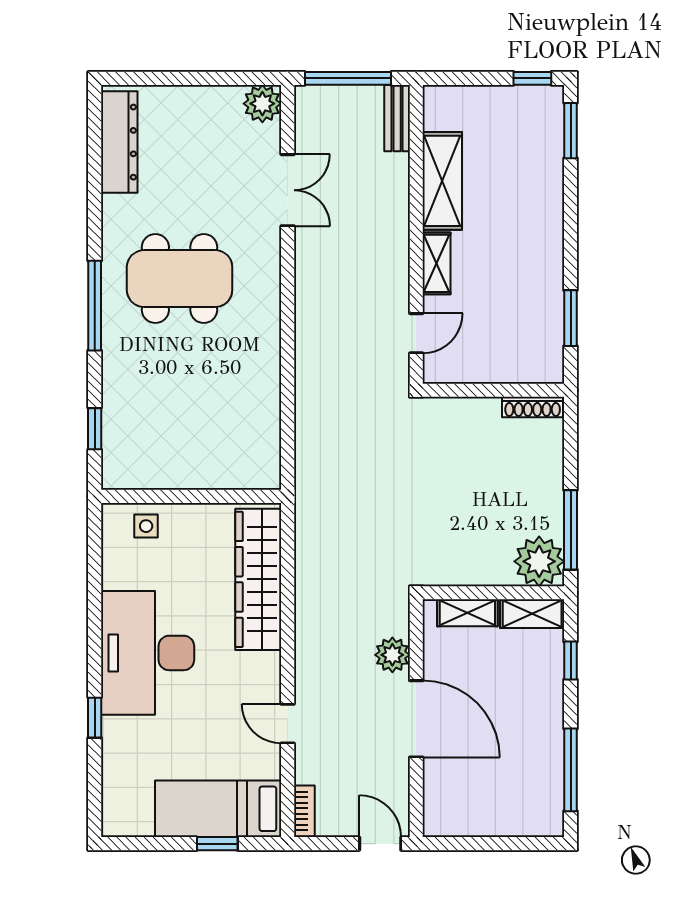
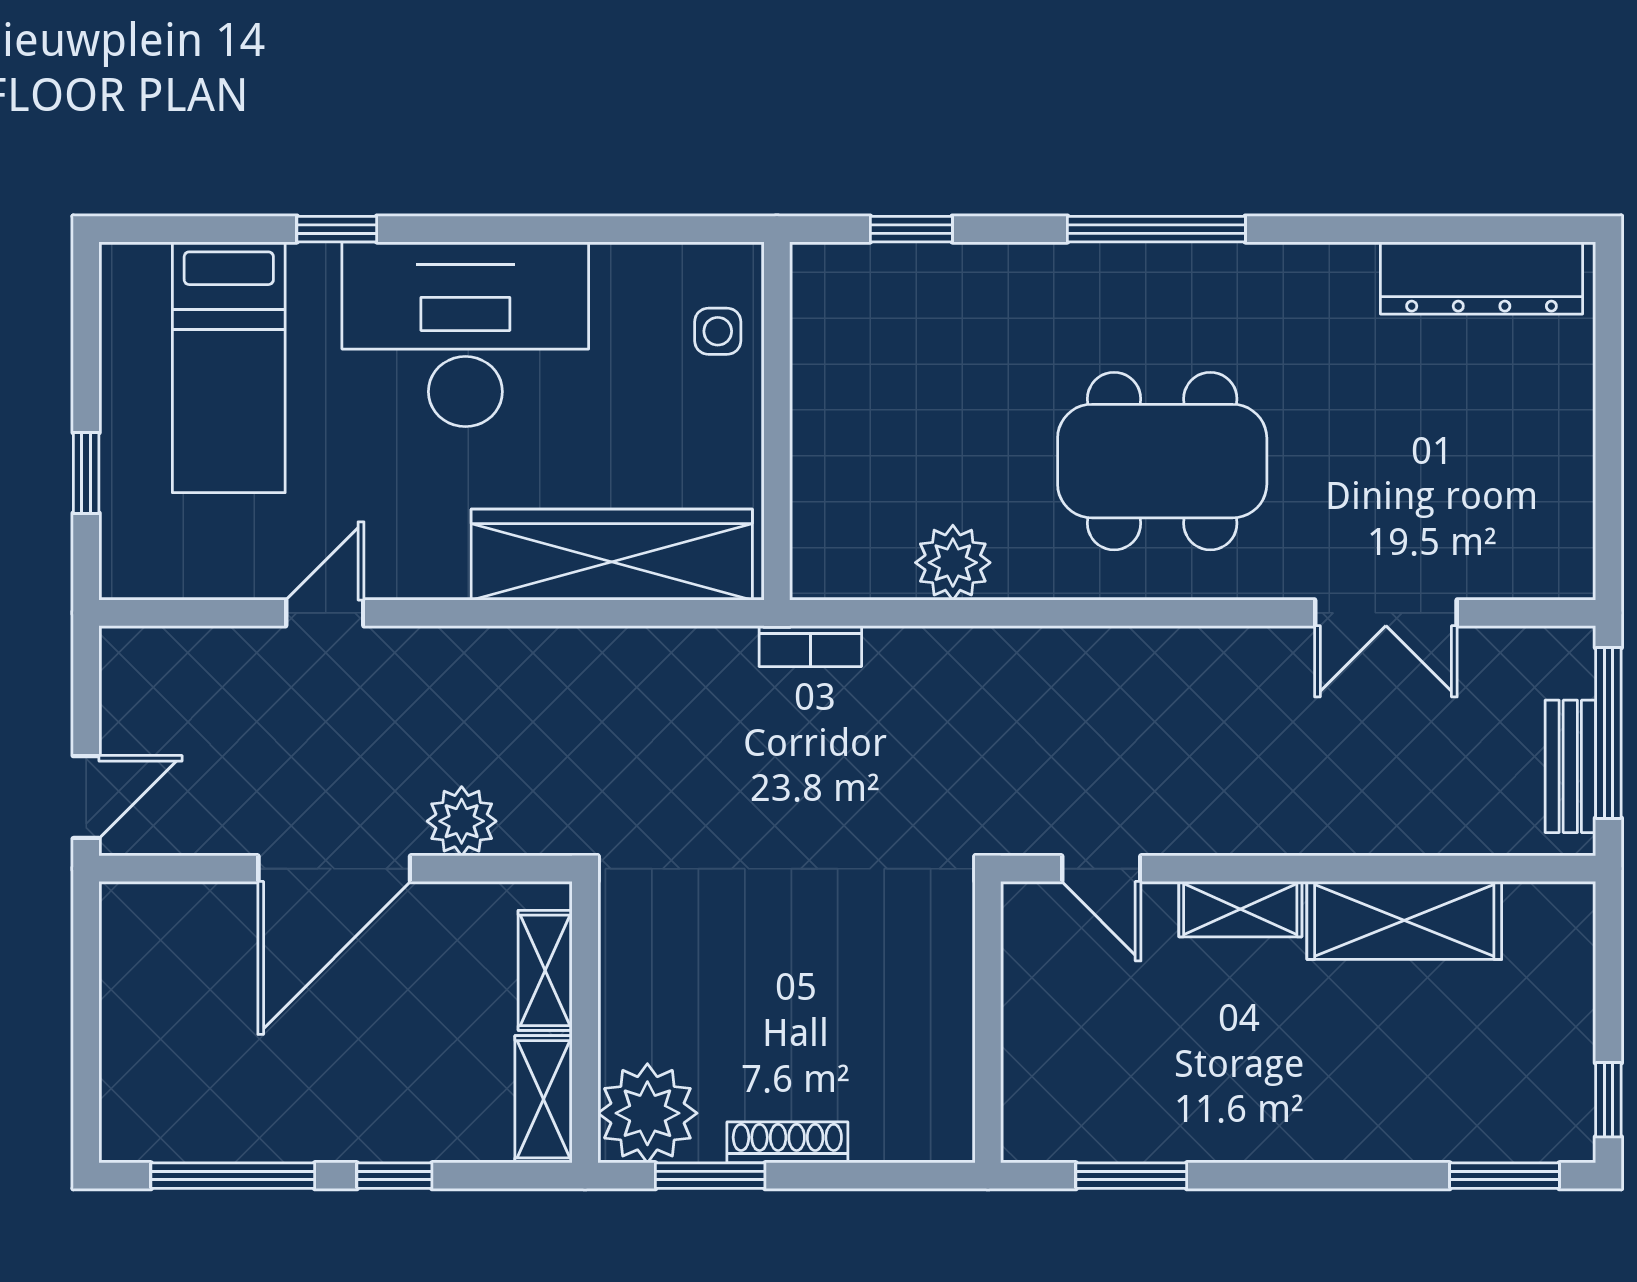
plant: (262, 104) -> (953, 563), moved
bench: (397, 118) -> (1570, 766), moved, turned 90
dining table: (180, 279) -> (1162, 461), moved, turned 90
shoe rack: (533, 407) -> (787, 1142), moved, turned 90
window: (571, 530) -> (710, 1176), width x0.69
window: (571, 661) -> (394, 1176), moved
bed: (218, 809) -> (229, 367), moved, turned 180
bookcase: (304, 811) -> (810, 646), moved

